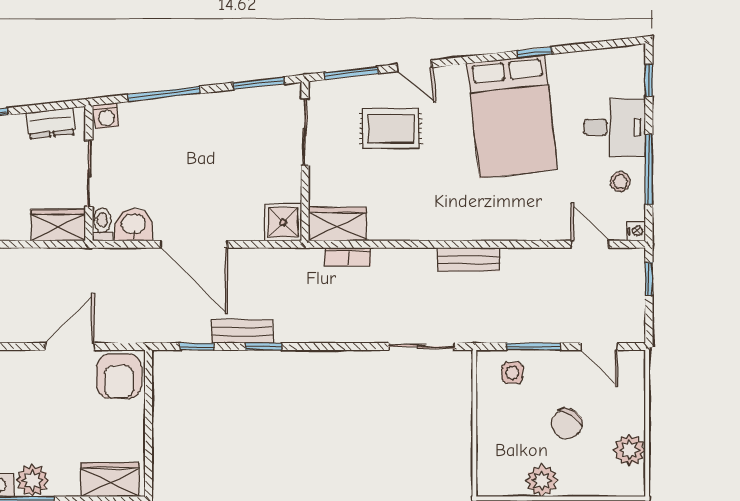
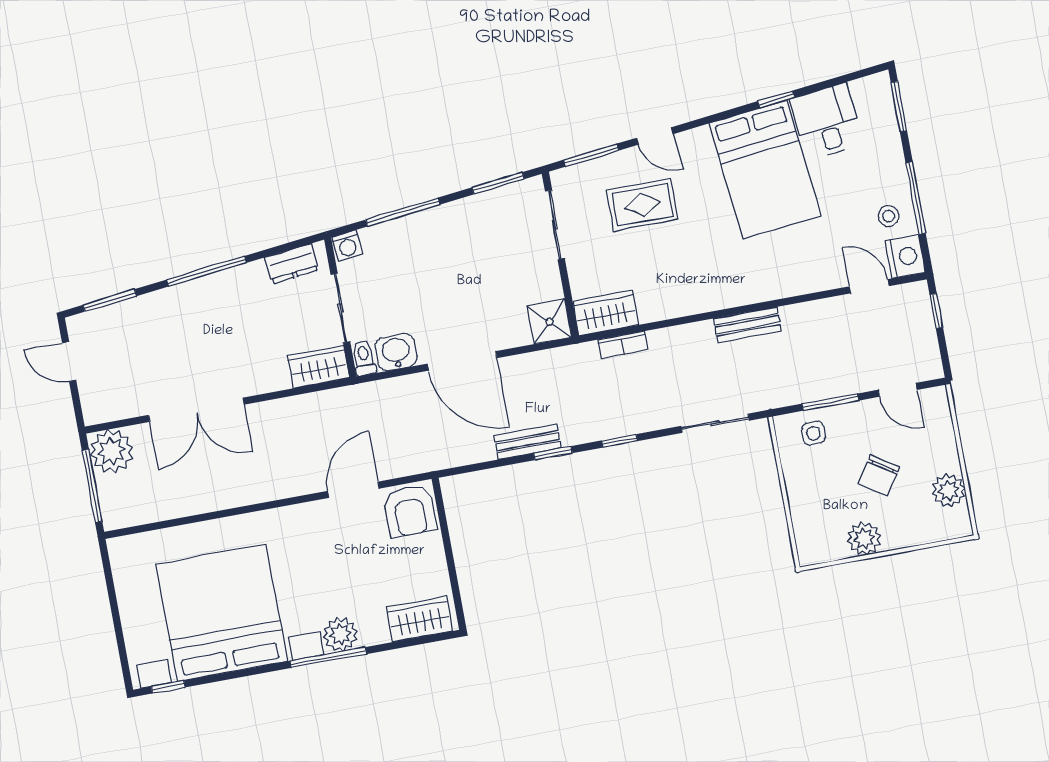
window: (649, 80) -> (899, 107), width x1.50
desk: (614, 127) -> (827, 122), moved, turned -96
nightstand: (636, 231) -> (905, 257), width x1.89, depth x1.79
window: (197, 347) -> (620, 441), moved

